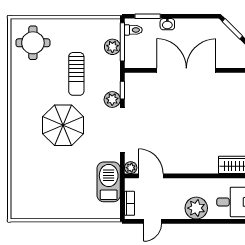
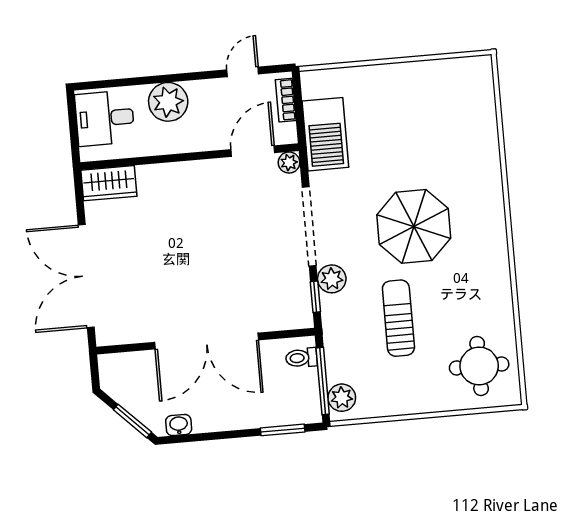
washbasin: (167, 24) -> (179, 425), moved
toilet: (133, 30) -> (301, 358), moved
plant: (112, 47) -> (342, 398), moved
door: (151, 176) -> (253, 151), swing flipped

